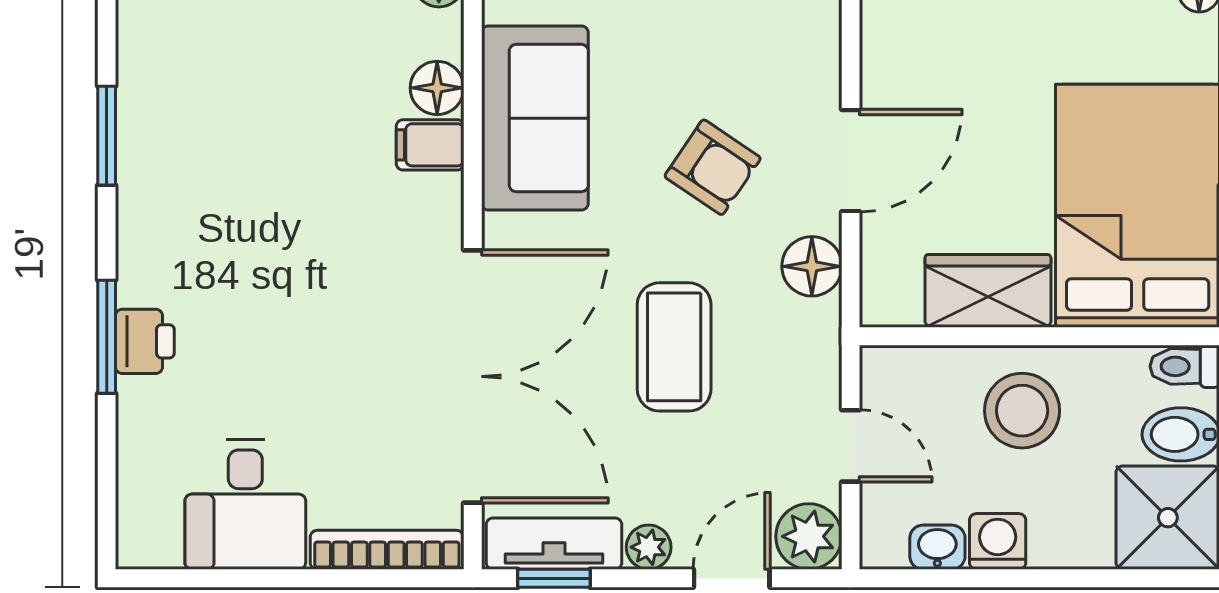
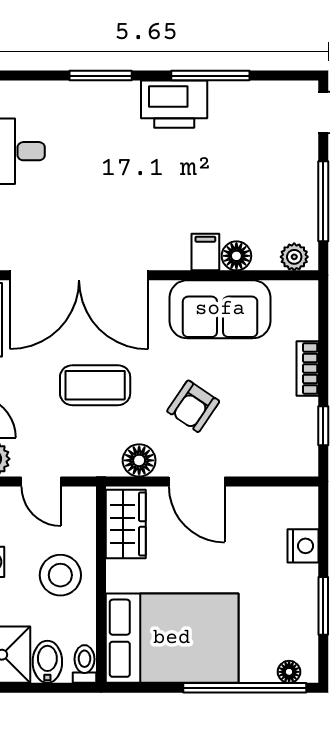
window: (107, 136) -> (210, 76), width x1.44
wardrobe: (988, 291) -> (126, 524), moved
printer: (145, 341) -> (174, 104), moved, width x1.87, depth x1.48
door: (851, 446) -> (41, 482), hinge flipped

